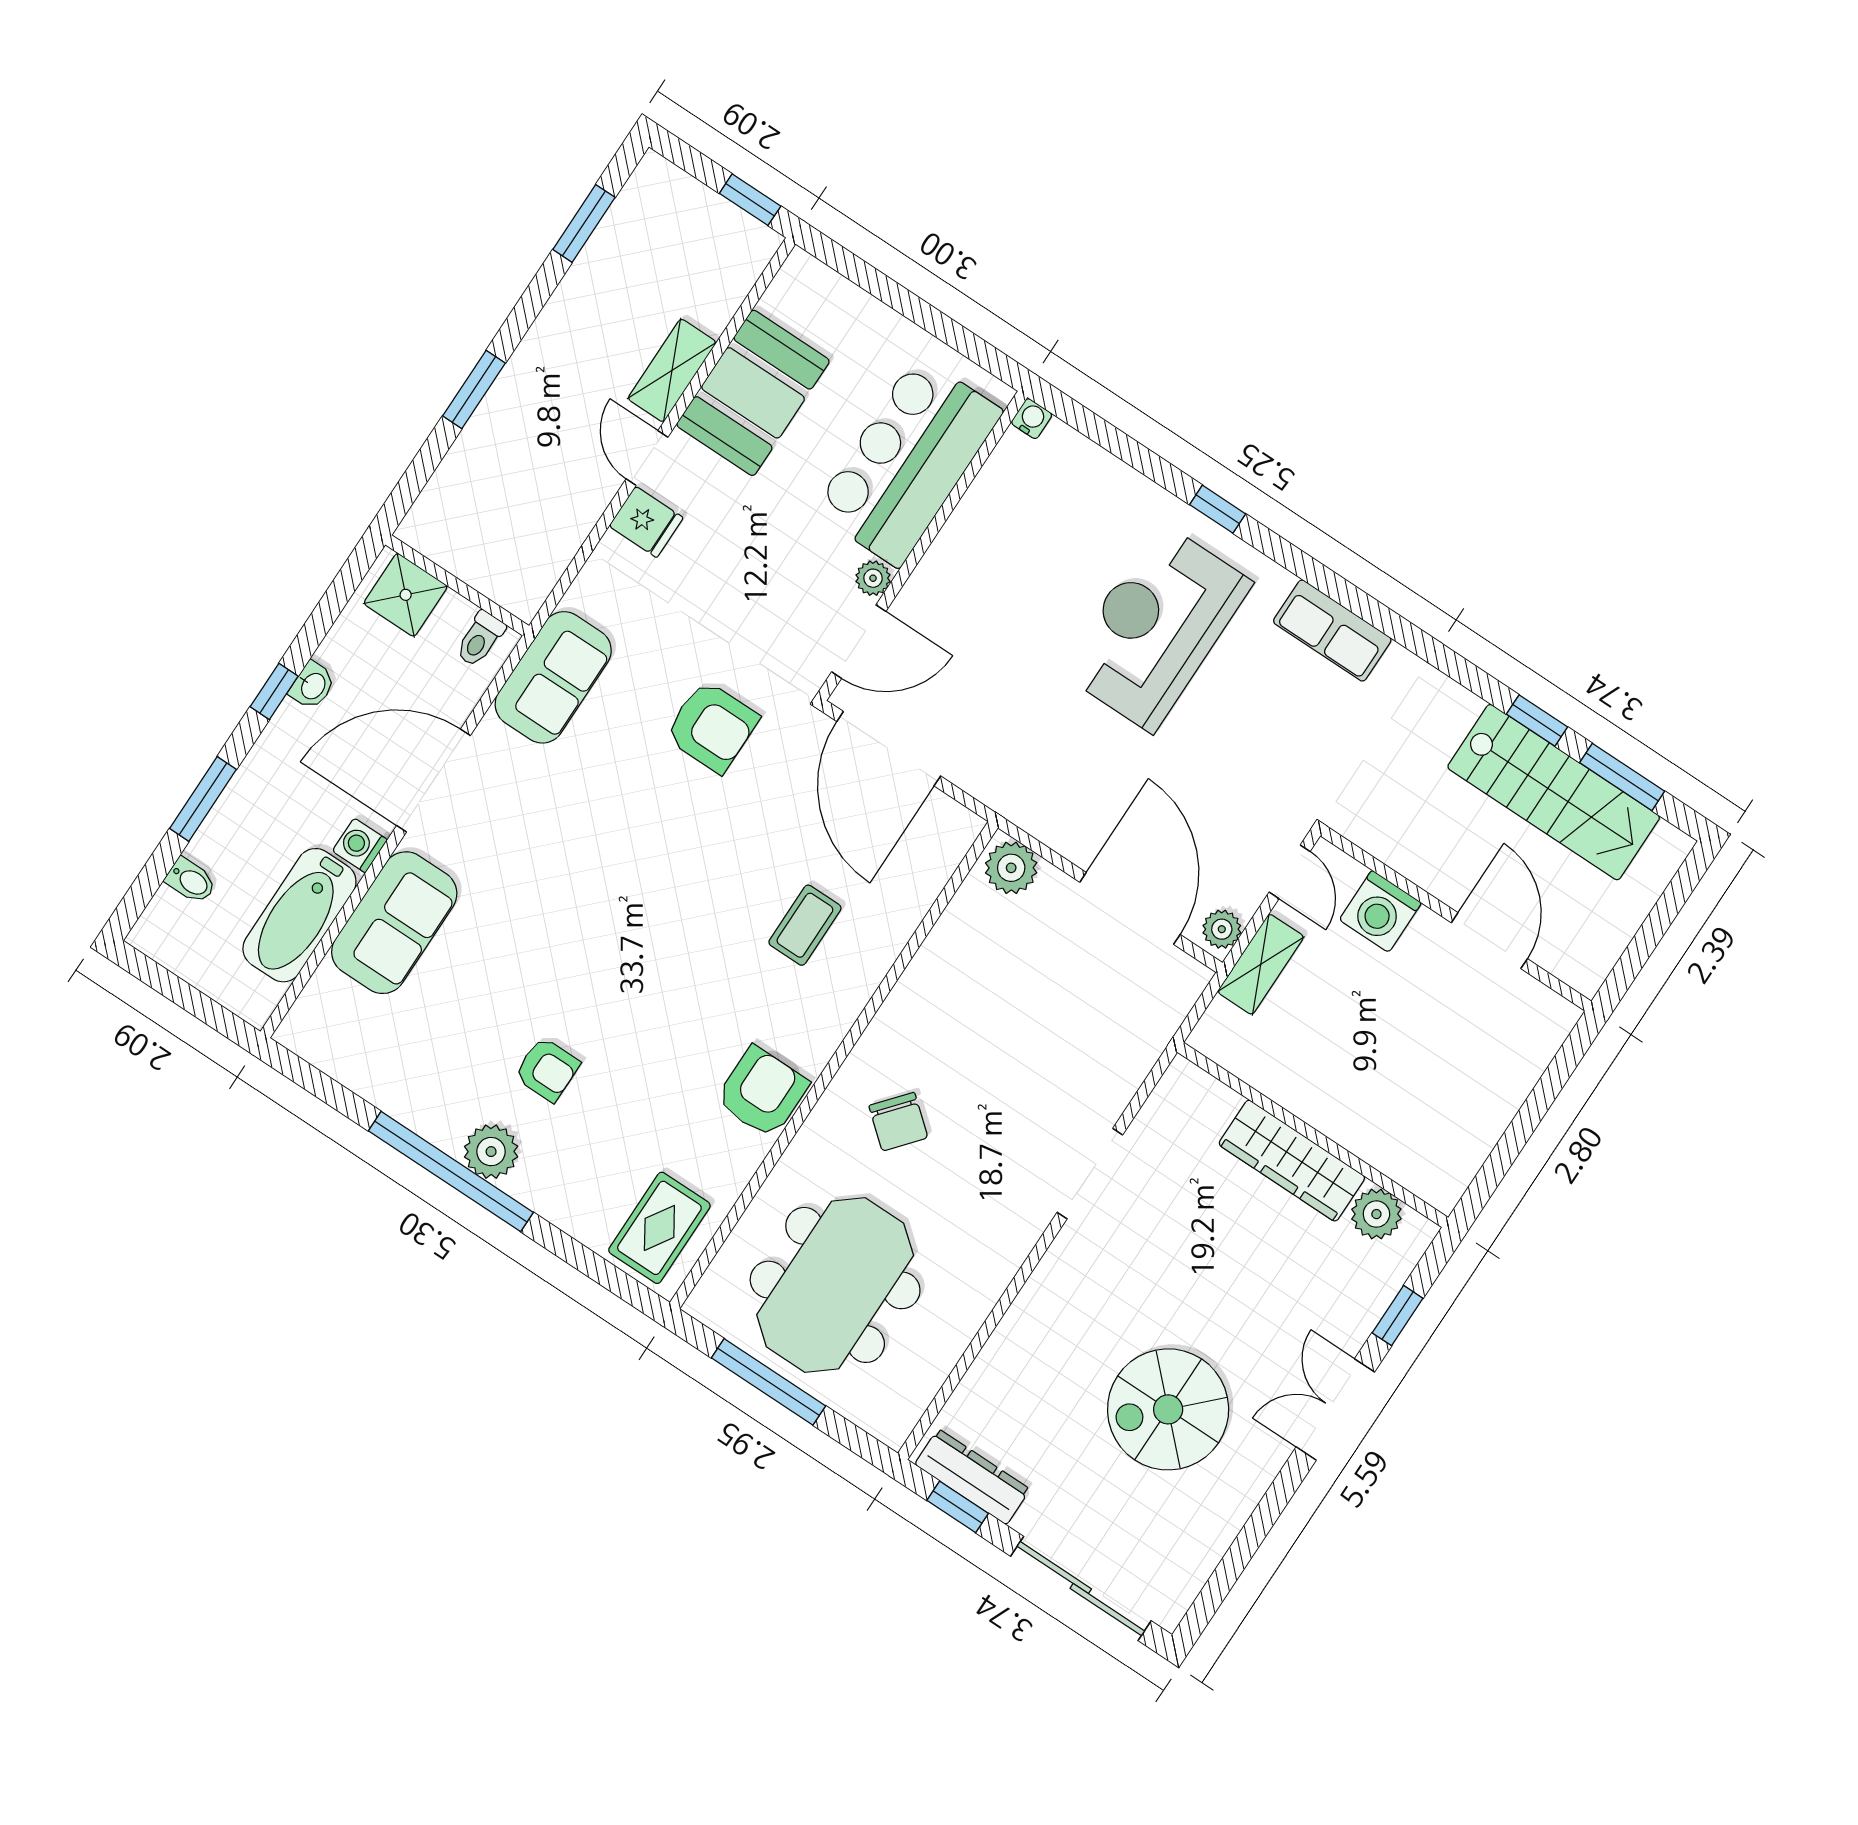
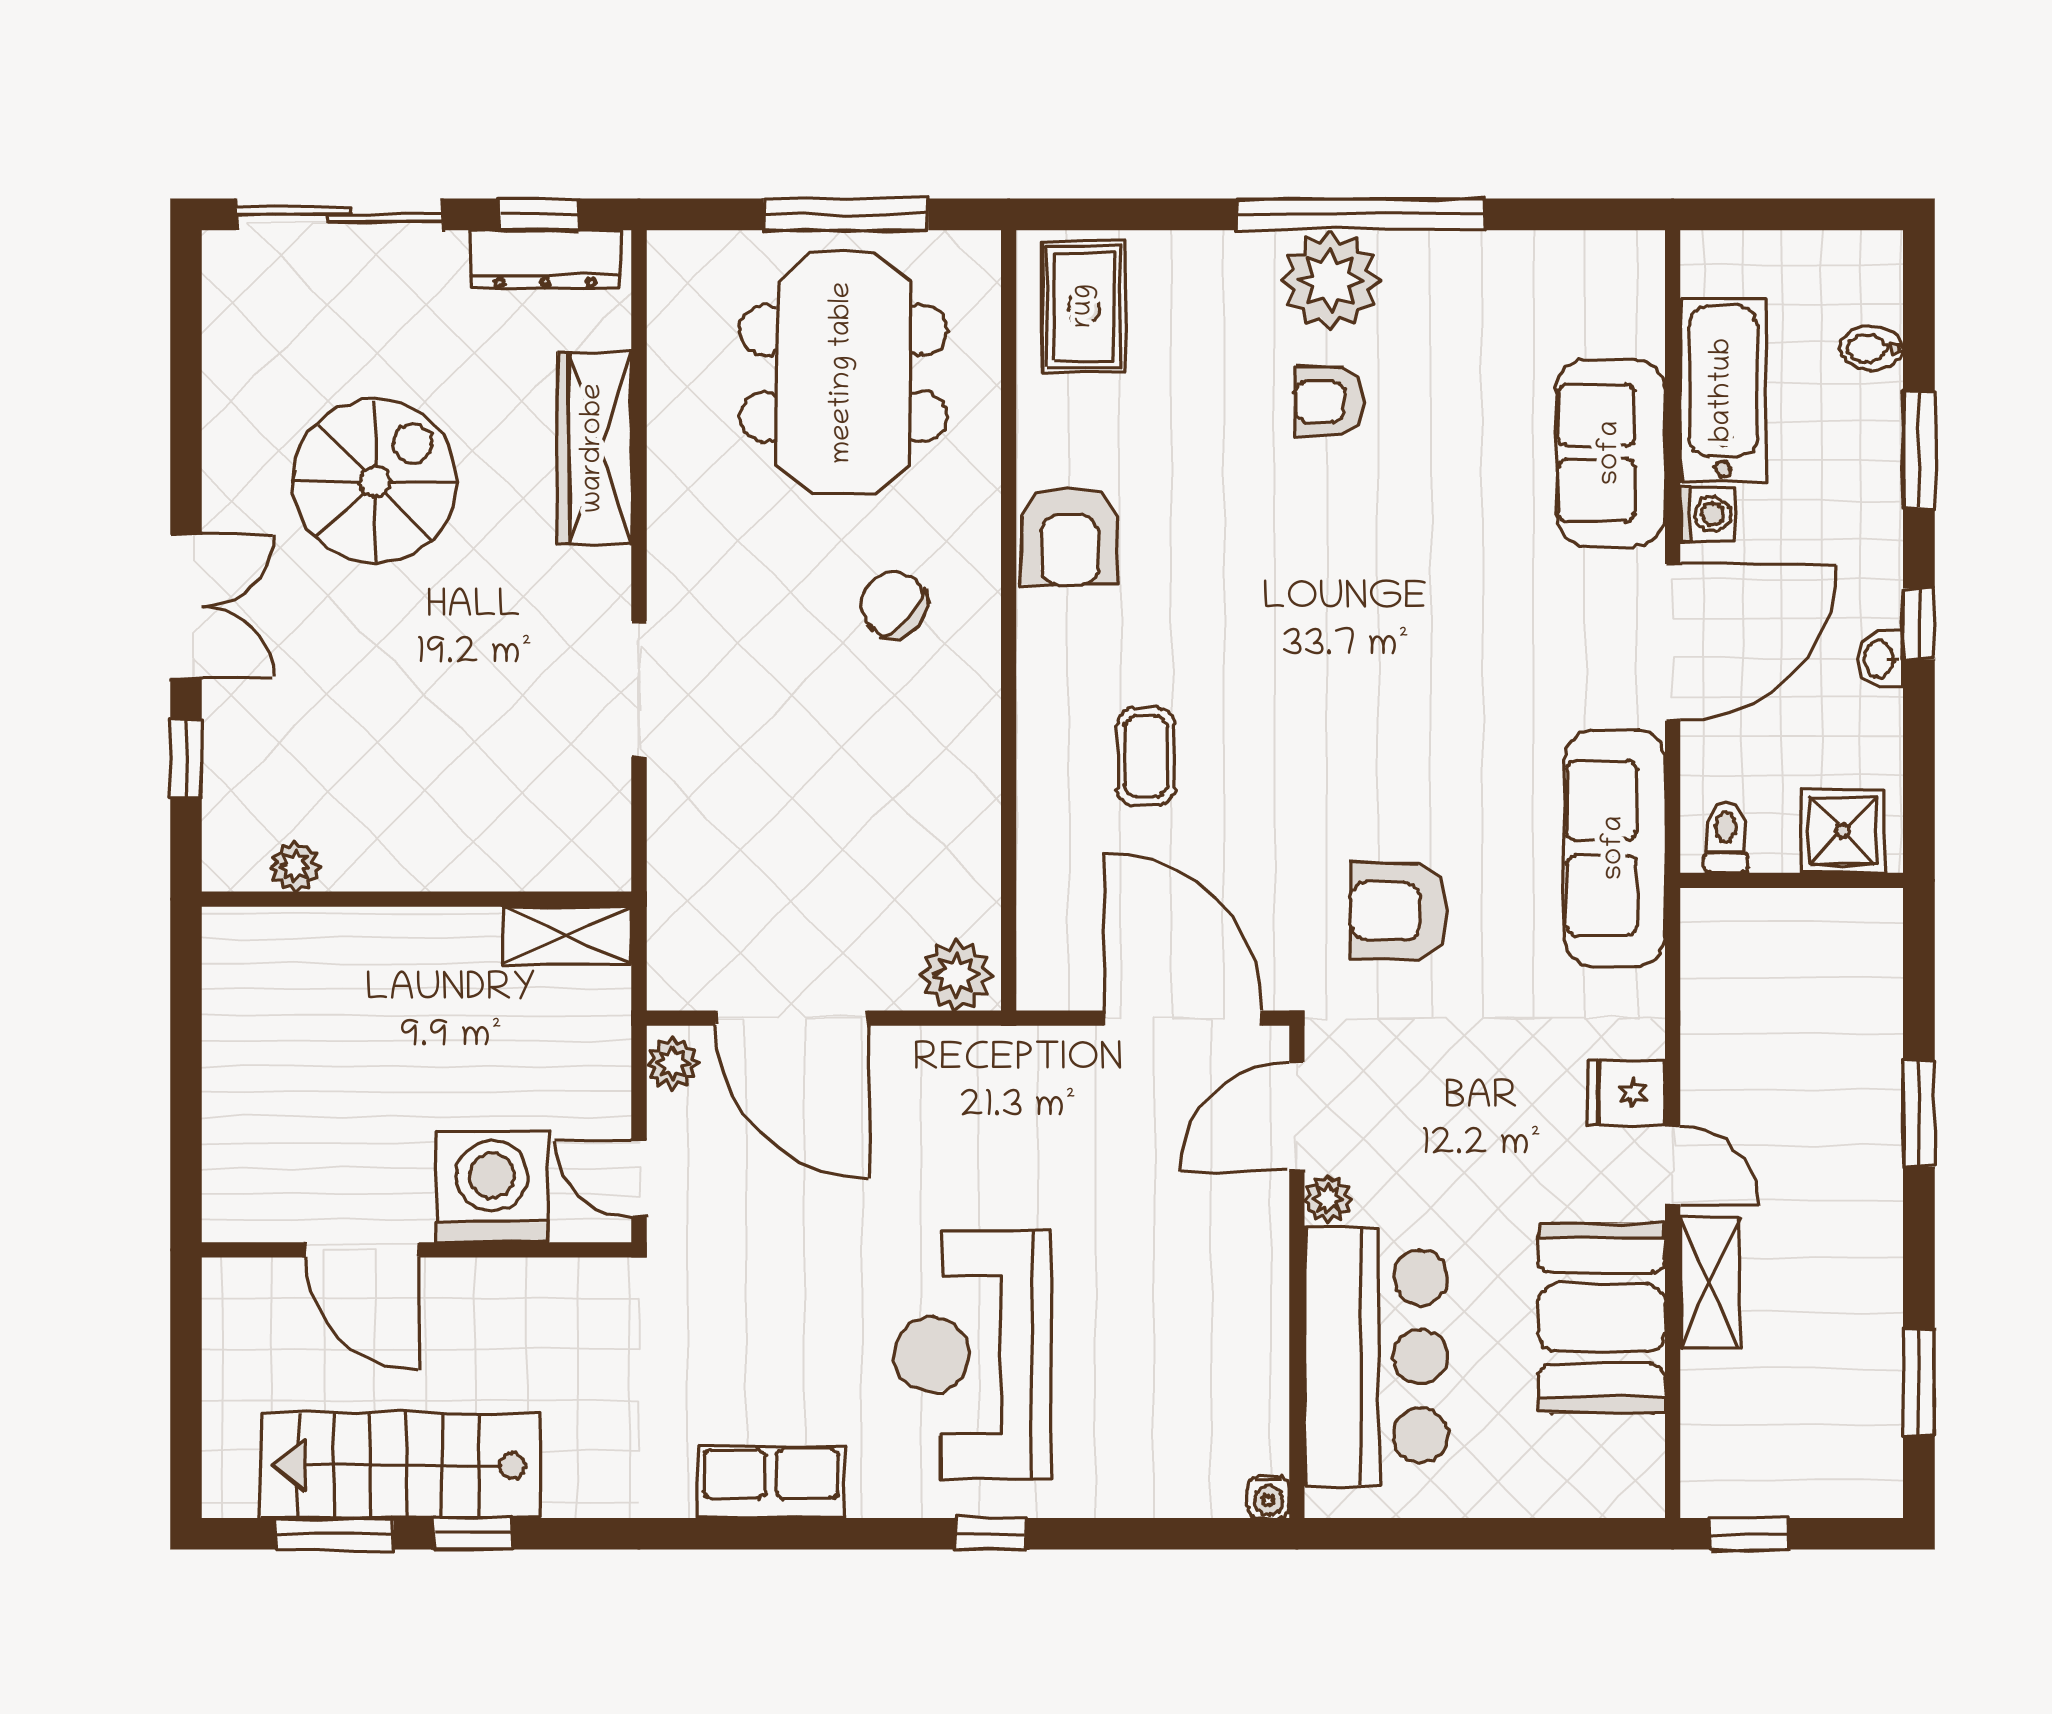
reception desk: (1156, 627) -> (972, 1355), turned 180
sofa: (553, 677) -> (1615, 848), width x1.36
washing machine: (1380, 911) -> (492, 1187), width x1.37, depth x1.37
shelving: (1261, 964) -> (567, 935), moved, turned 90
plant: (491, 1152) -> (1331, 280), width x1.36, depth x1.36
wardrobe: (1292, 1161) -> (594, 448), moved, turned -90
plant: (1376, 1214) -> (295, 867), width x0.73, depth x0.73

